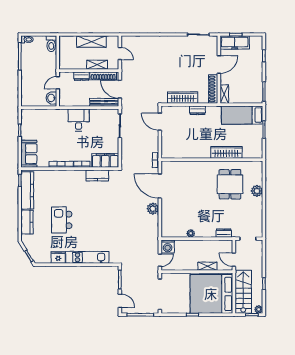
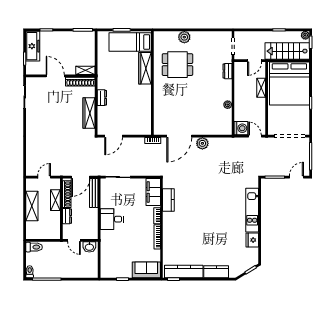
freezer: (235, 43) -> (33, 46), moved
bed: (242, 115) -> (130, 42), moved, turned 90
kitchen island: (62, 220) -> (214, 236), removed

